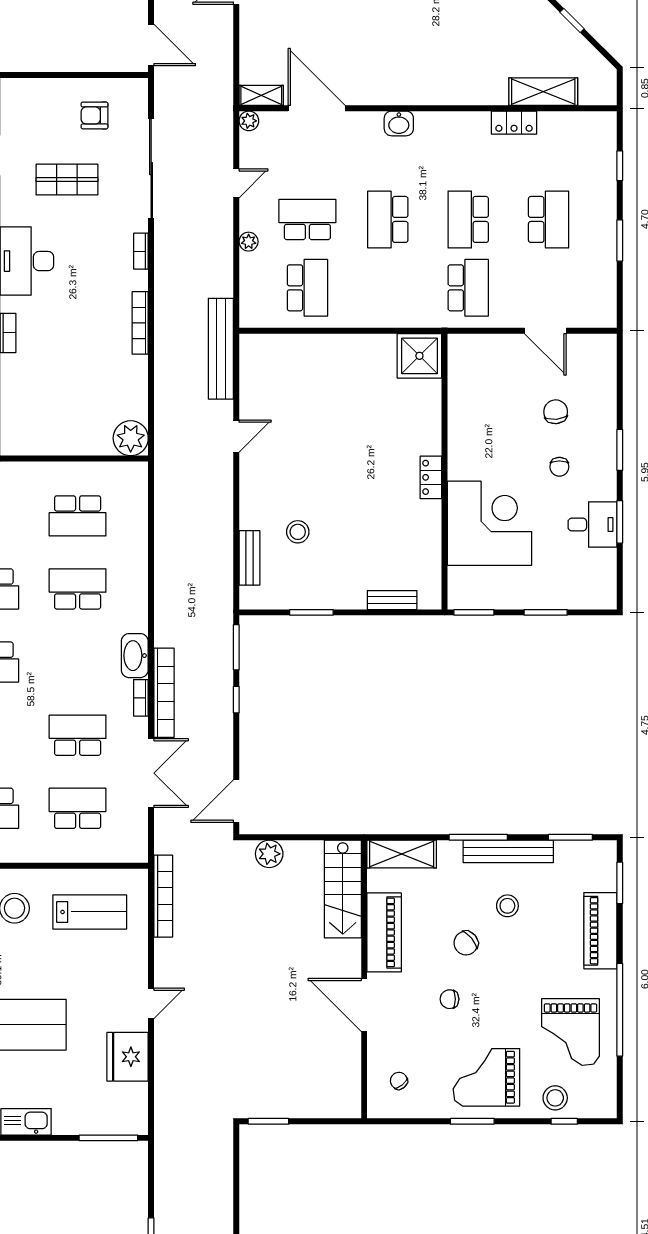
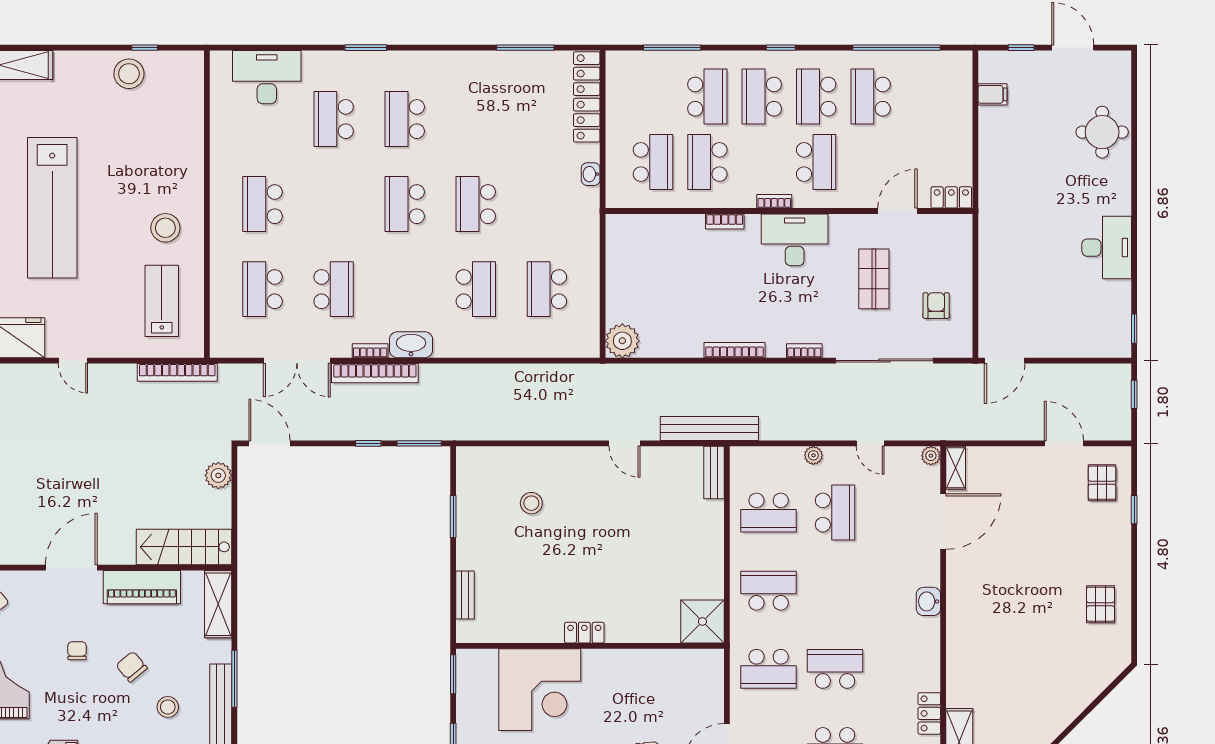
school desk: (388, 219) -> (769, 591), moved
bench: (249, 558) -> (714, 473), moved, turned 90
school desk: (78, 808) -> (263, 289), turned 180
lab bench: (90, 912) -> (162, 301), turned 180

